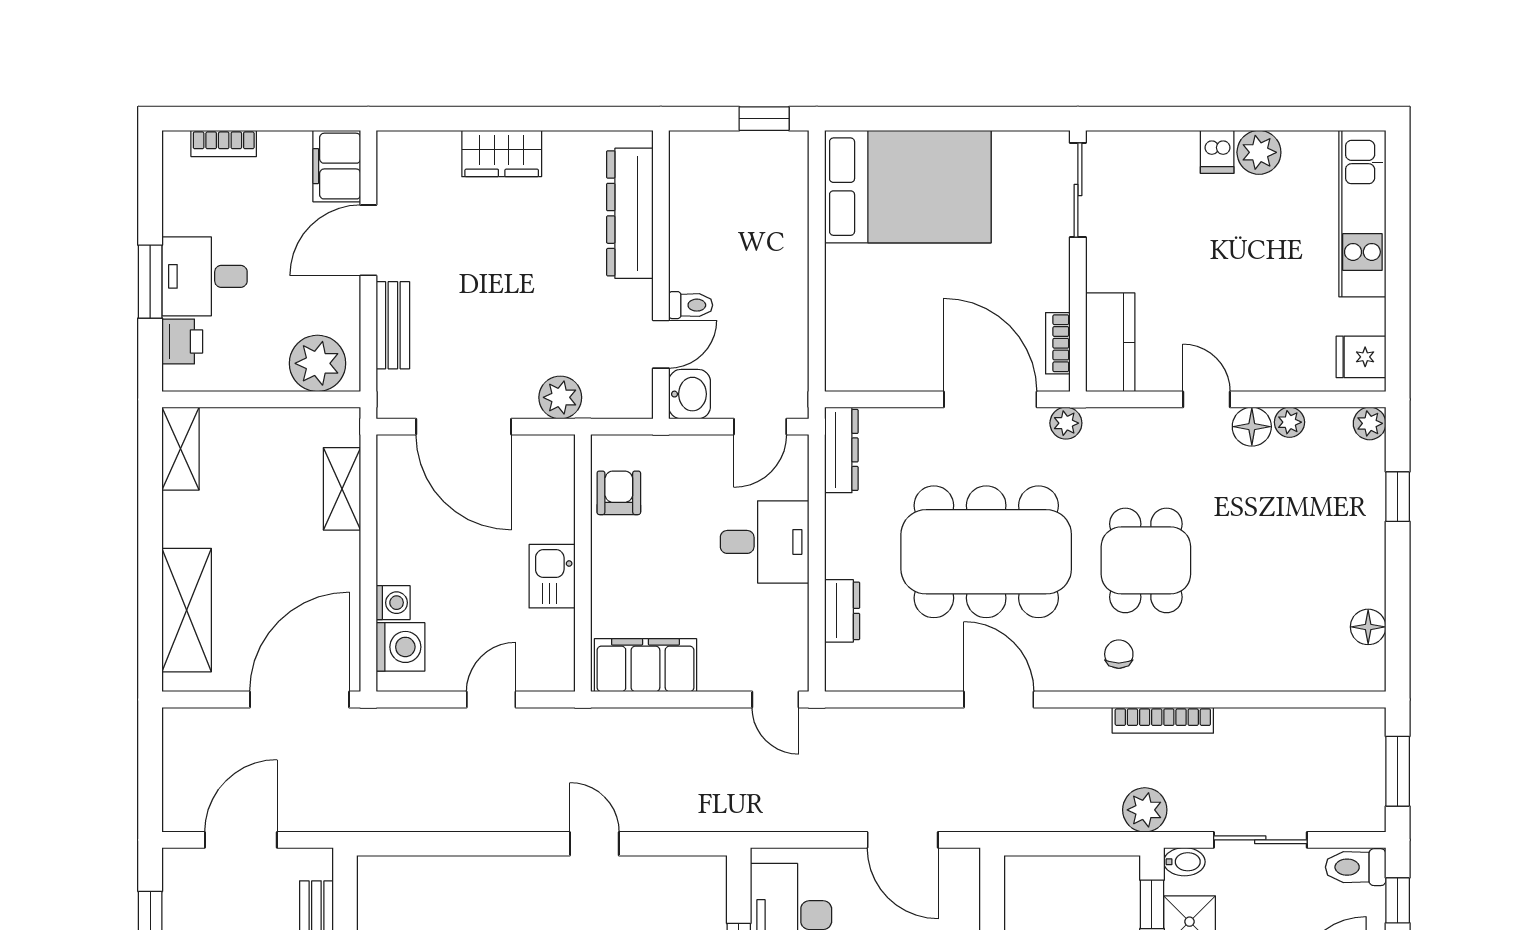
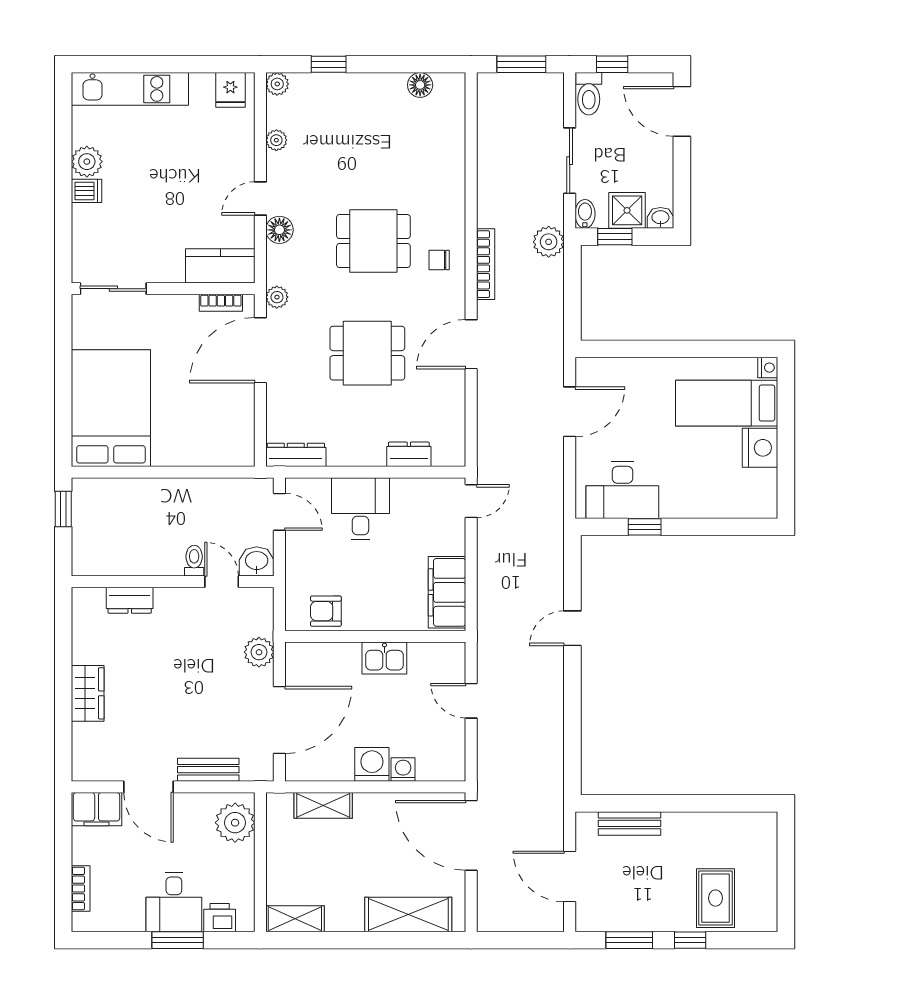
dresser: (630, 213) -> (130, 600), width x0.51, depth x0.80
floor lamp: (1252, 427) -> (279, 230), moved
dining table: (986, 552) -> (367, 353), width x0.53, depth x0.80
washing machine: (400, 647) -> (372, 764), moved
bookcase: (1163, 720) -> (486, 264), moved

